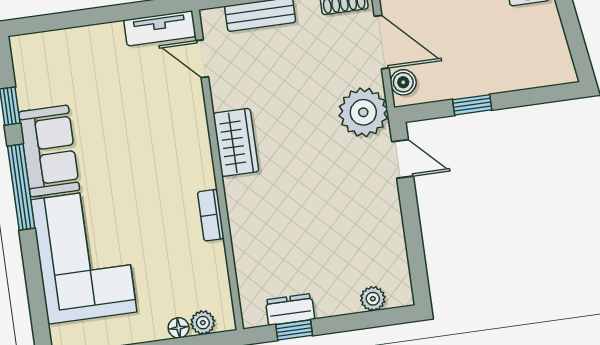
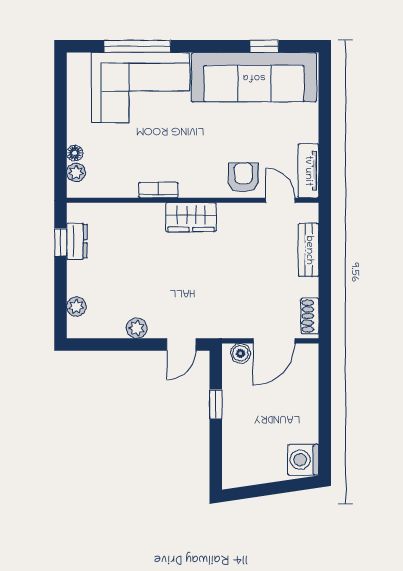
door: (202, 59) -> (280, 200), hinge flipped
armchair: (180, 110) -> (243, 177), added
plant: (363, 112) -> (137, 328), moved, width x0.53, depth x0.53
wardrobe: (236, 142) -> (191, 217), moved
sofa: (49, 151) -> (254, 77), width x1.85, depth x1.27
window: (21, 187) -> (137, 46), moved

